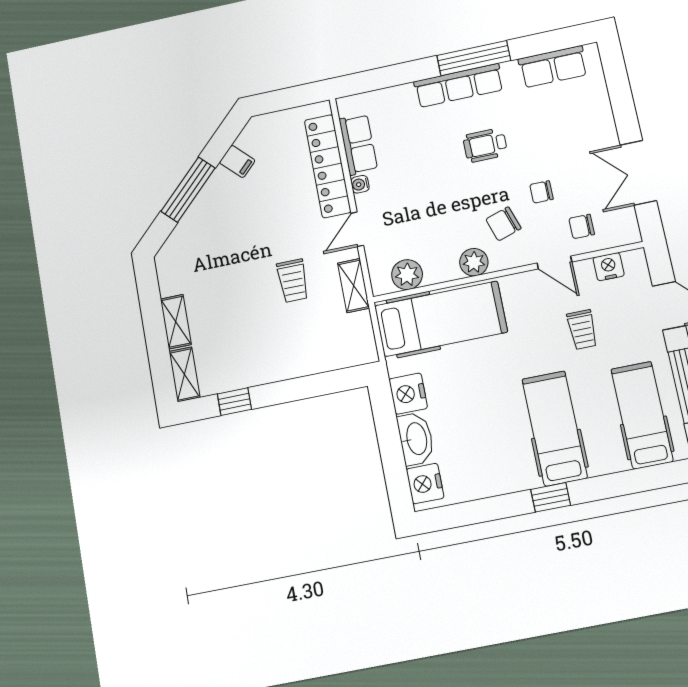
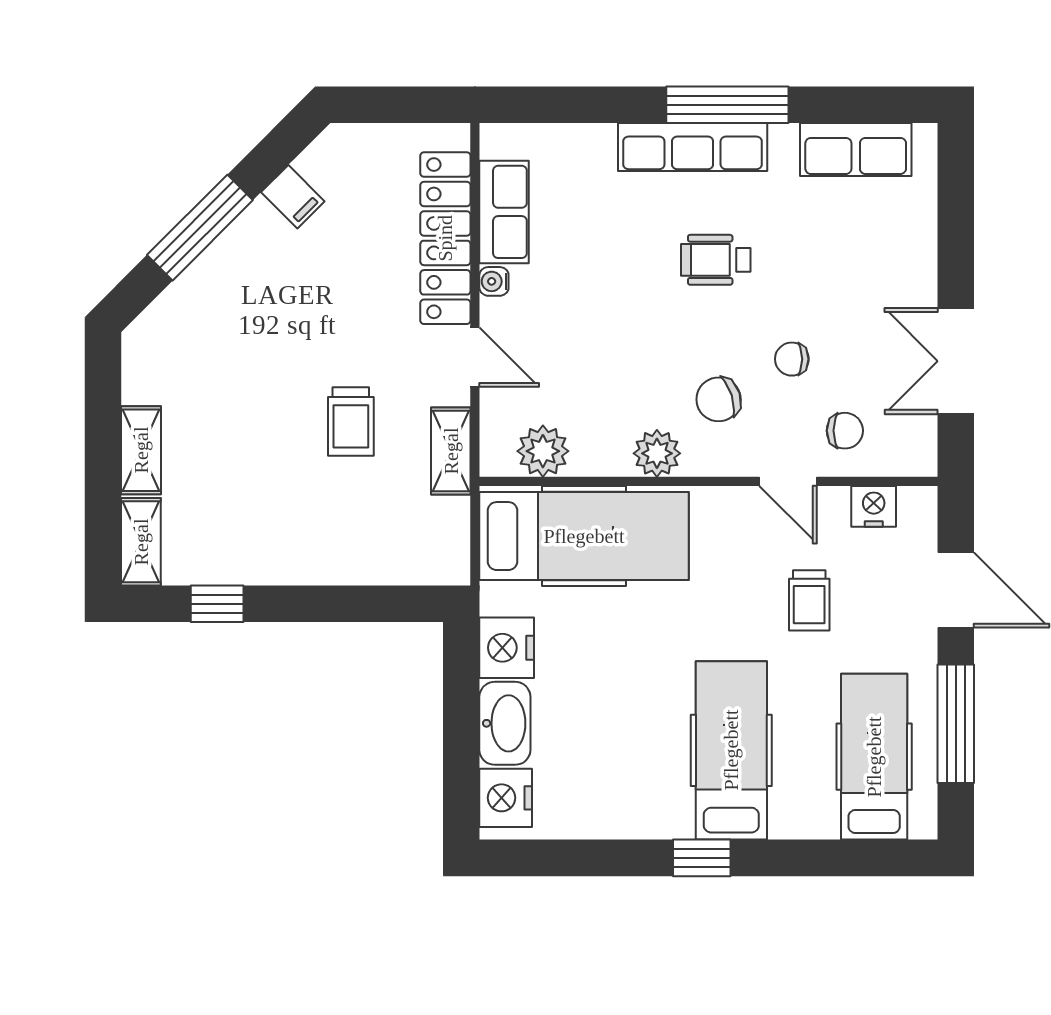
chair: (582, 226) -> (845, 431), turned 180
door: (357, 229) -> (475, 357), swing flipped

